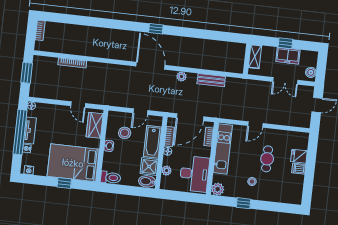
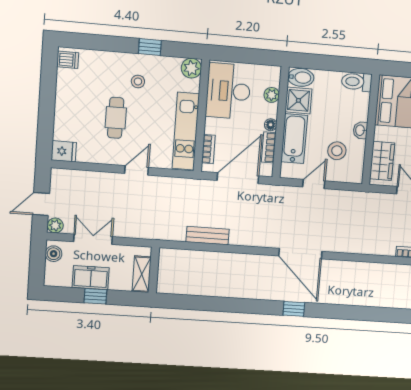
plant: (182, 76) -> (55, 225), moved
fridge: (299, 156) -> (64, 151), moved
dishwasher: (299, 169) -> (68, 60), moved

